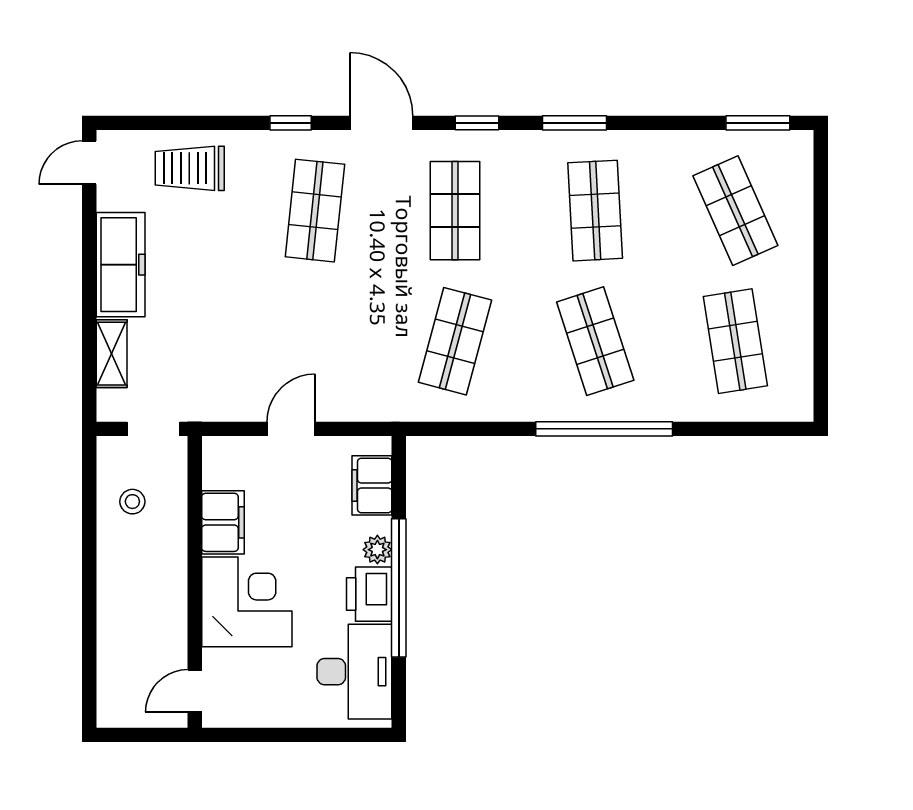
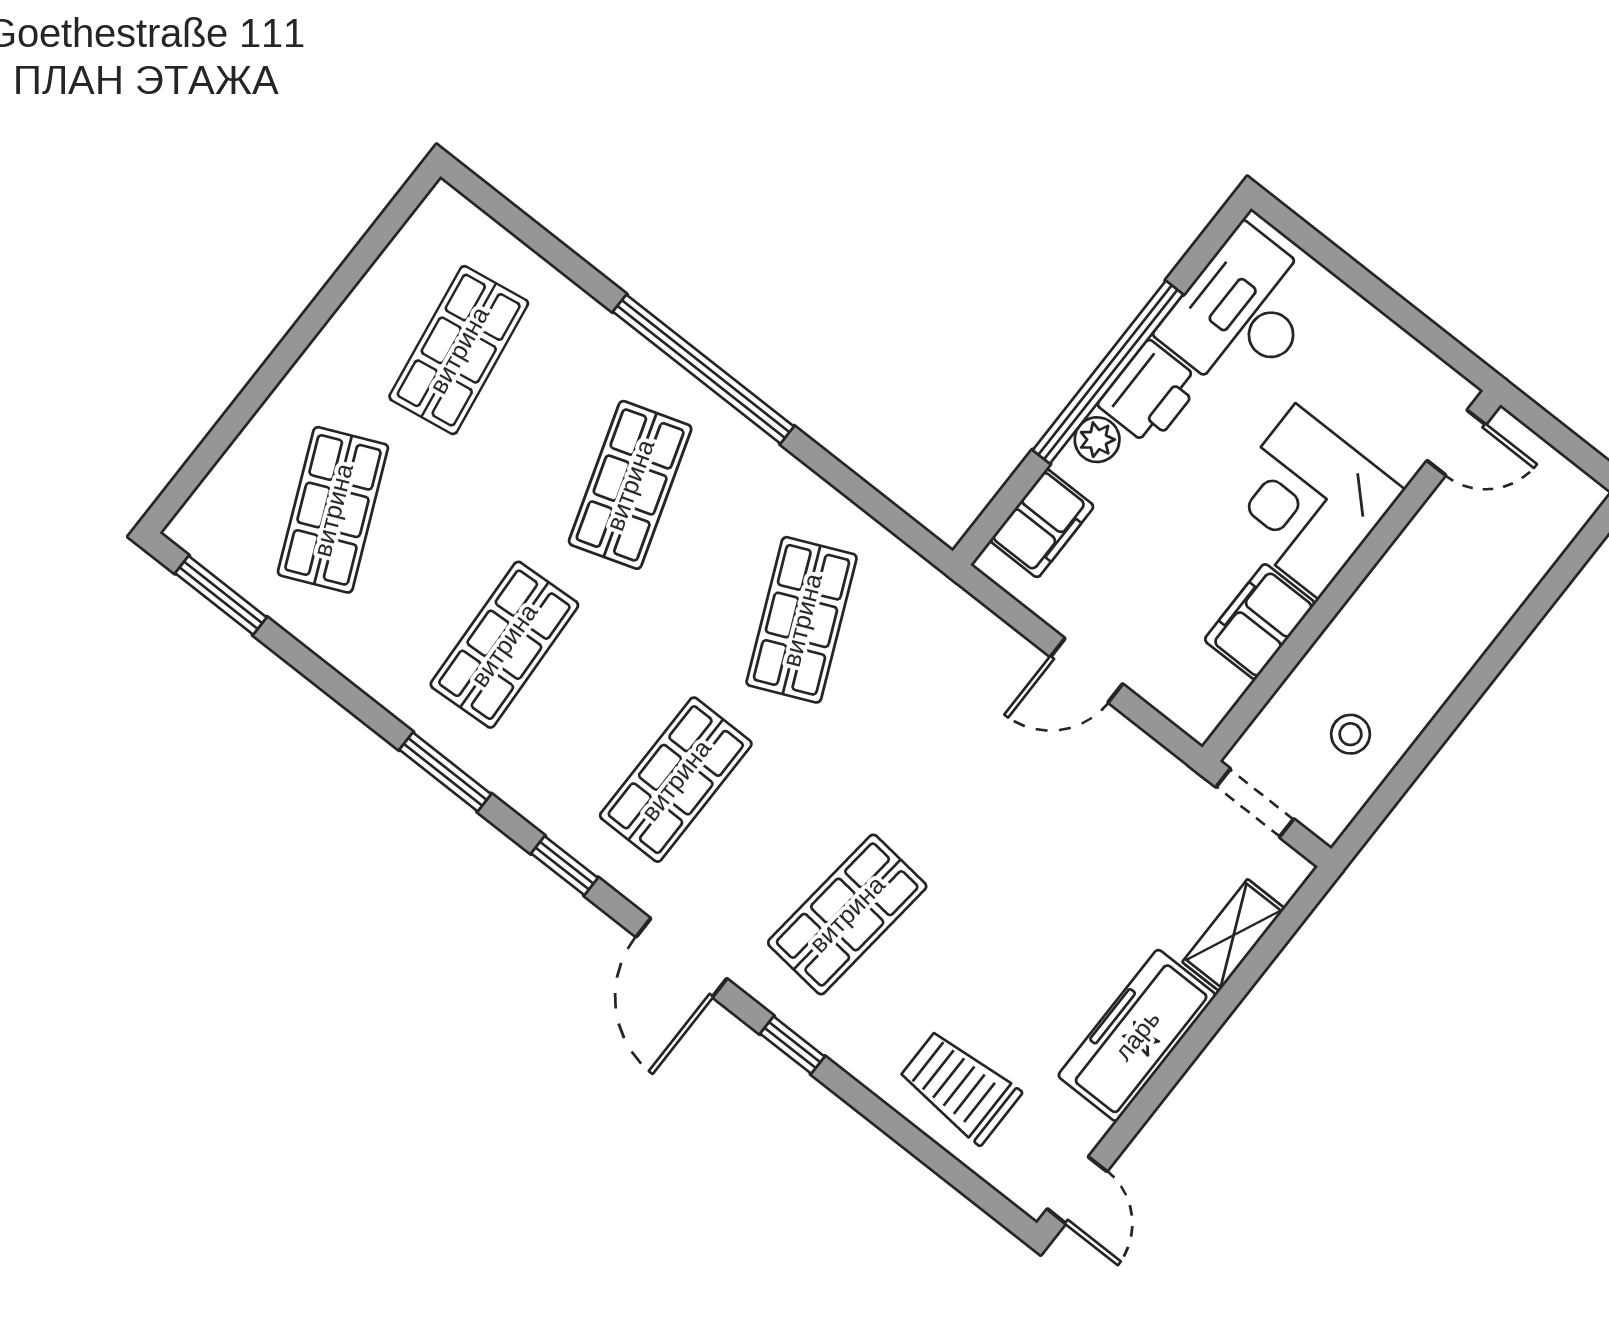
door: (89, 163) -> (1077, 1190), hinge flipped
trolley: (190, 168) -> (960, 1087), turned 180
shop shelf: (455, 341) -> (802, 620), turned -39

